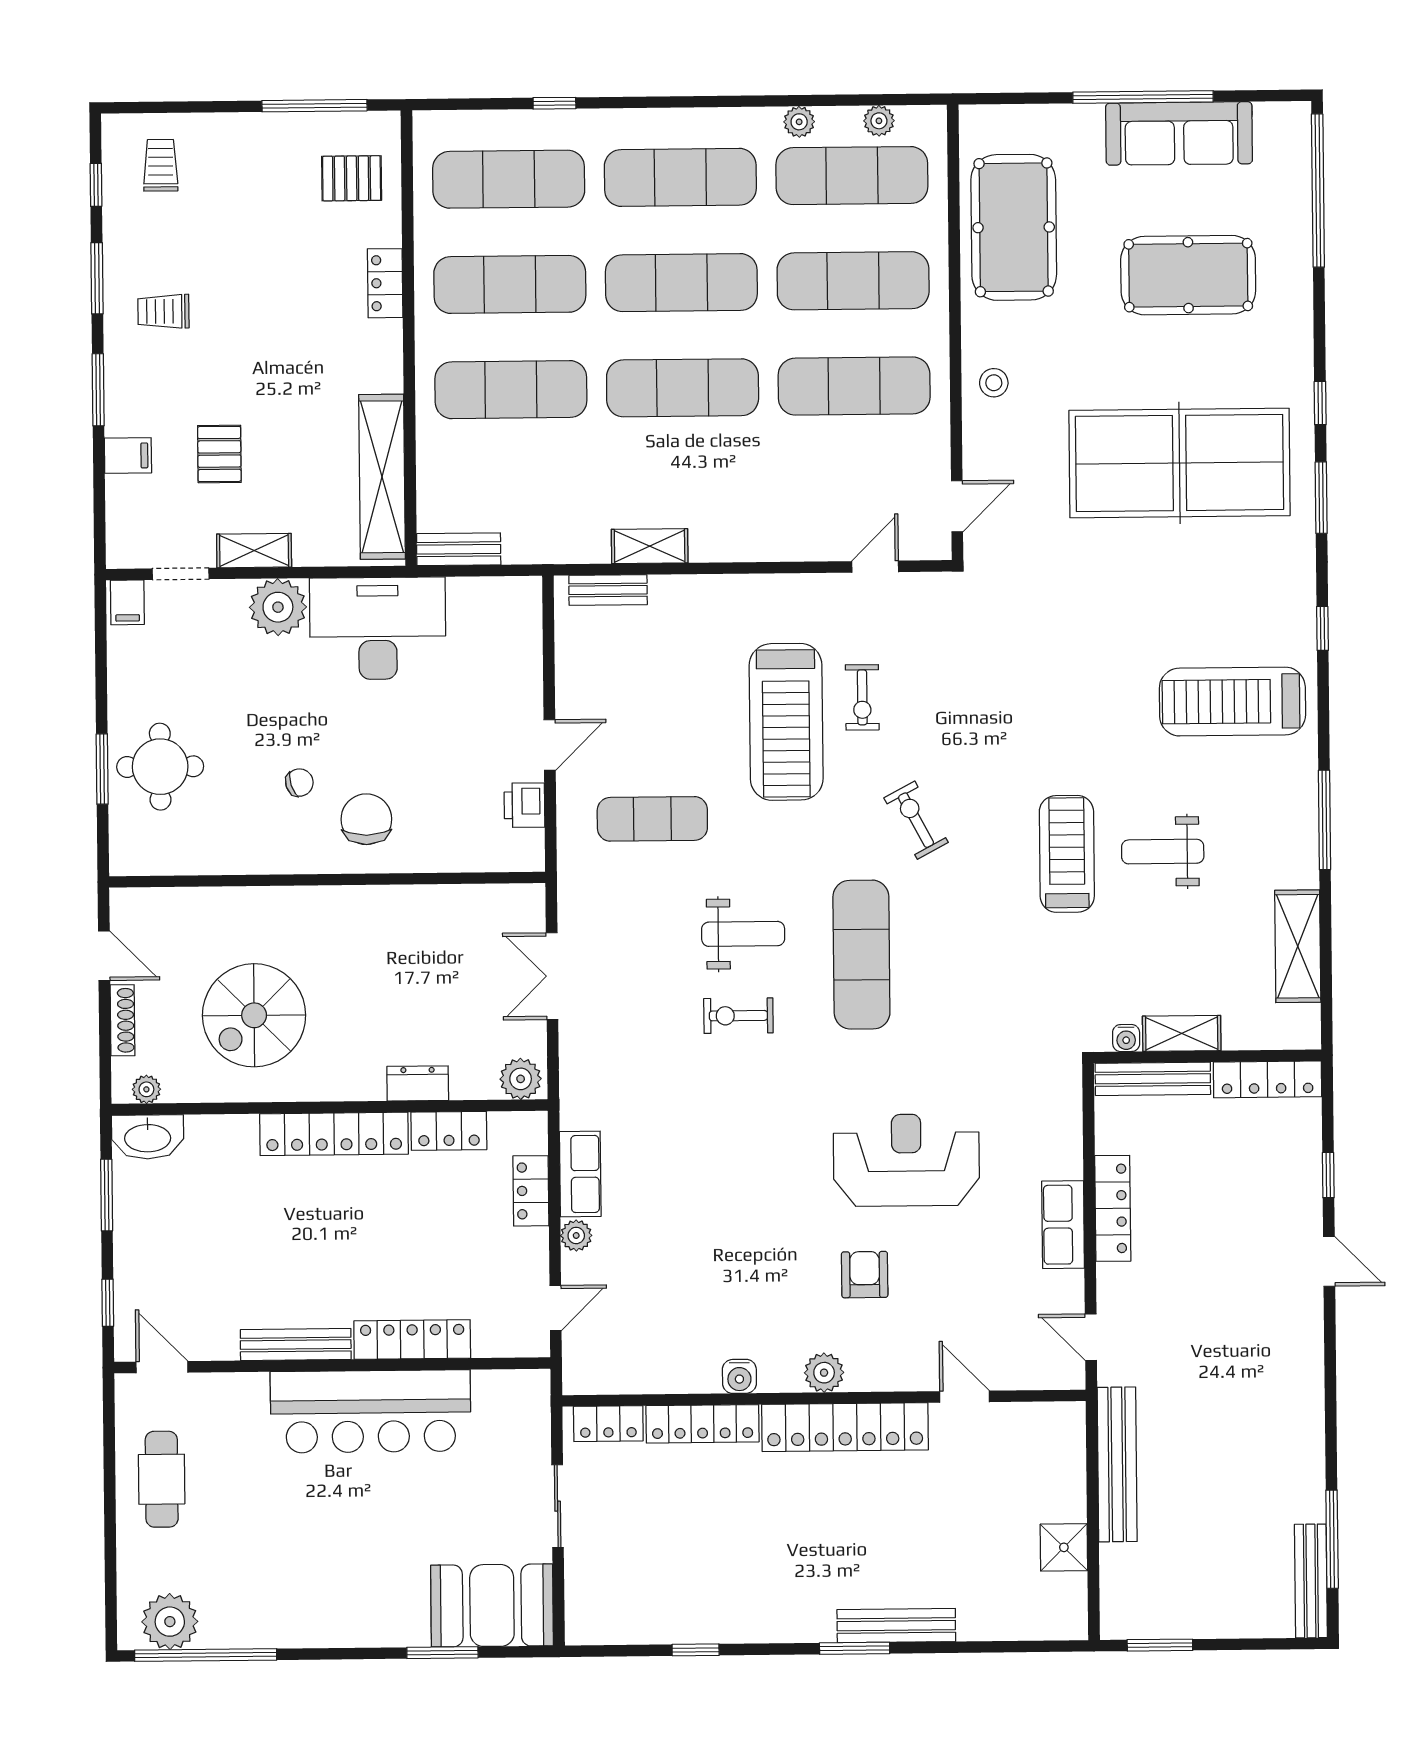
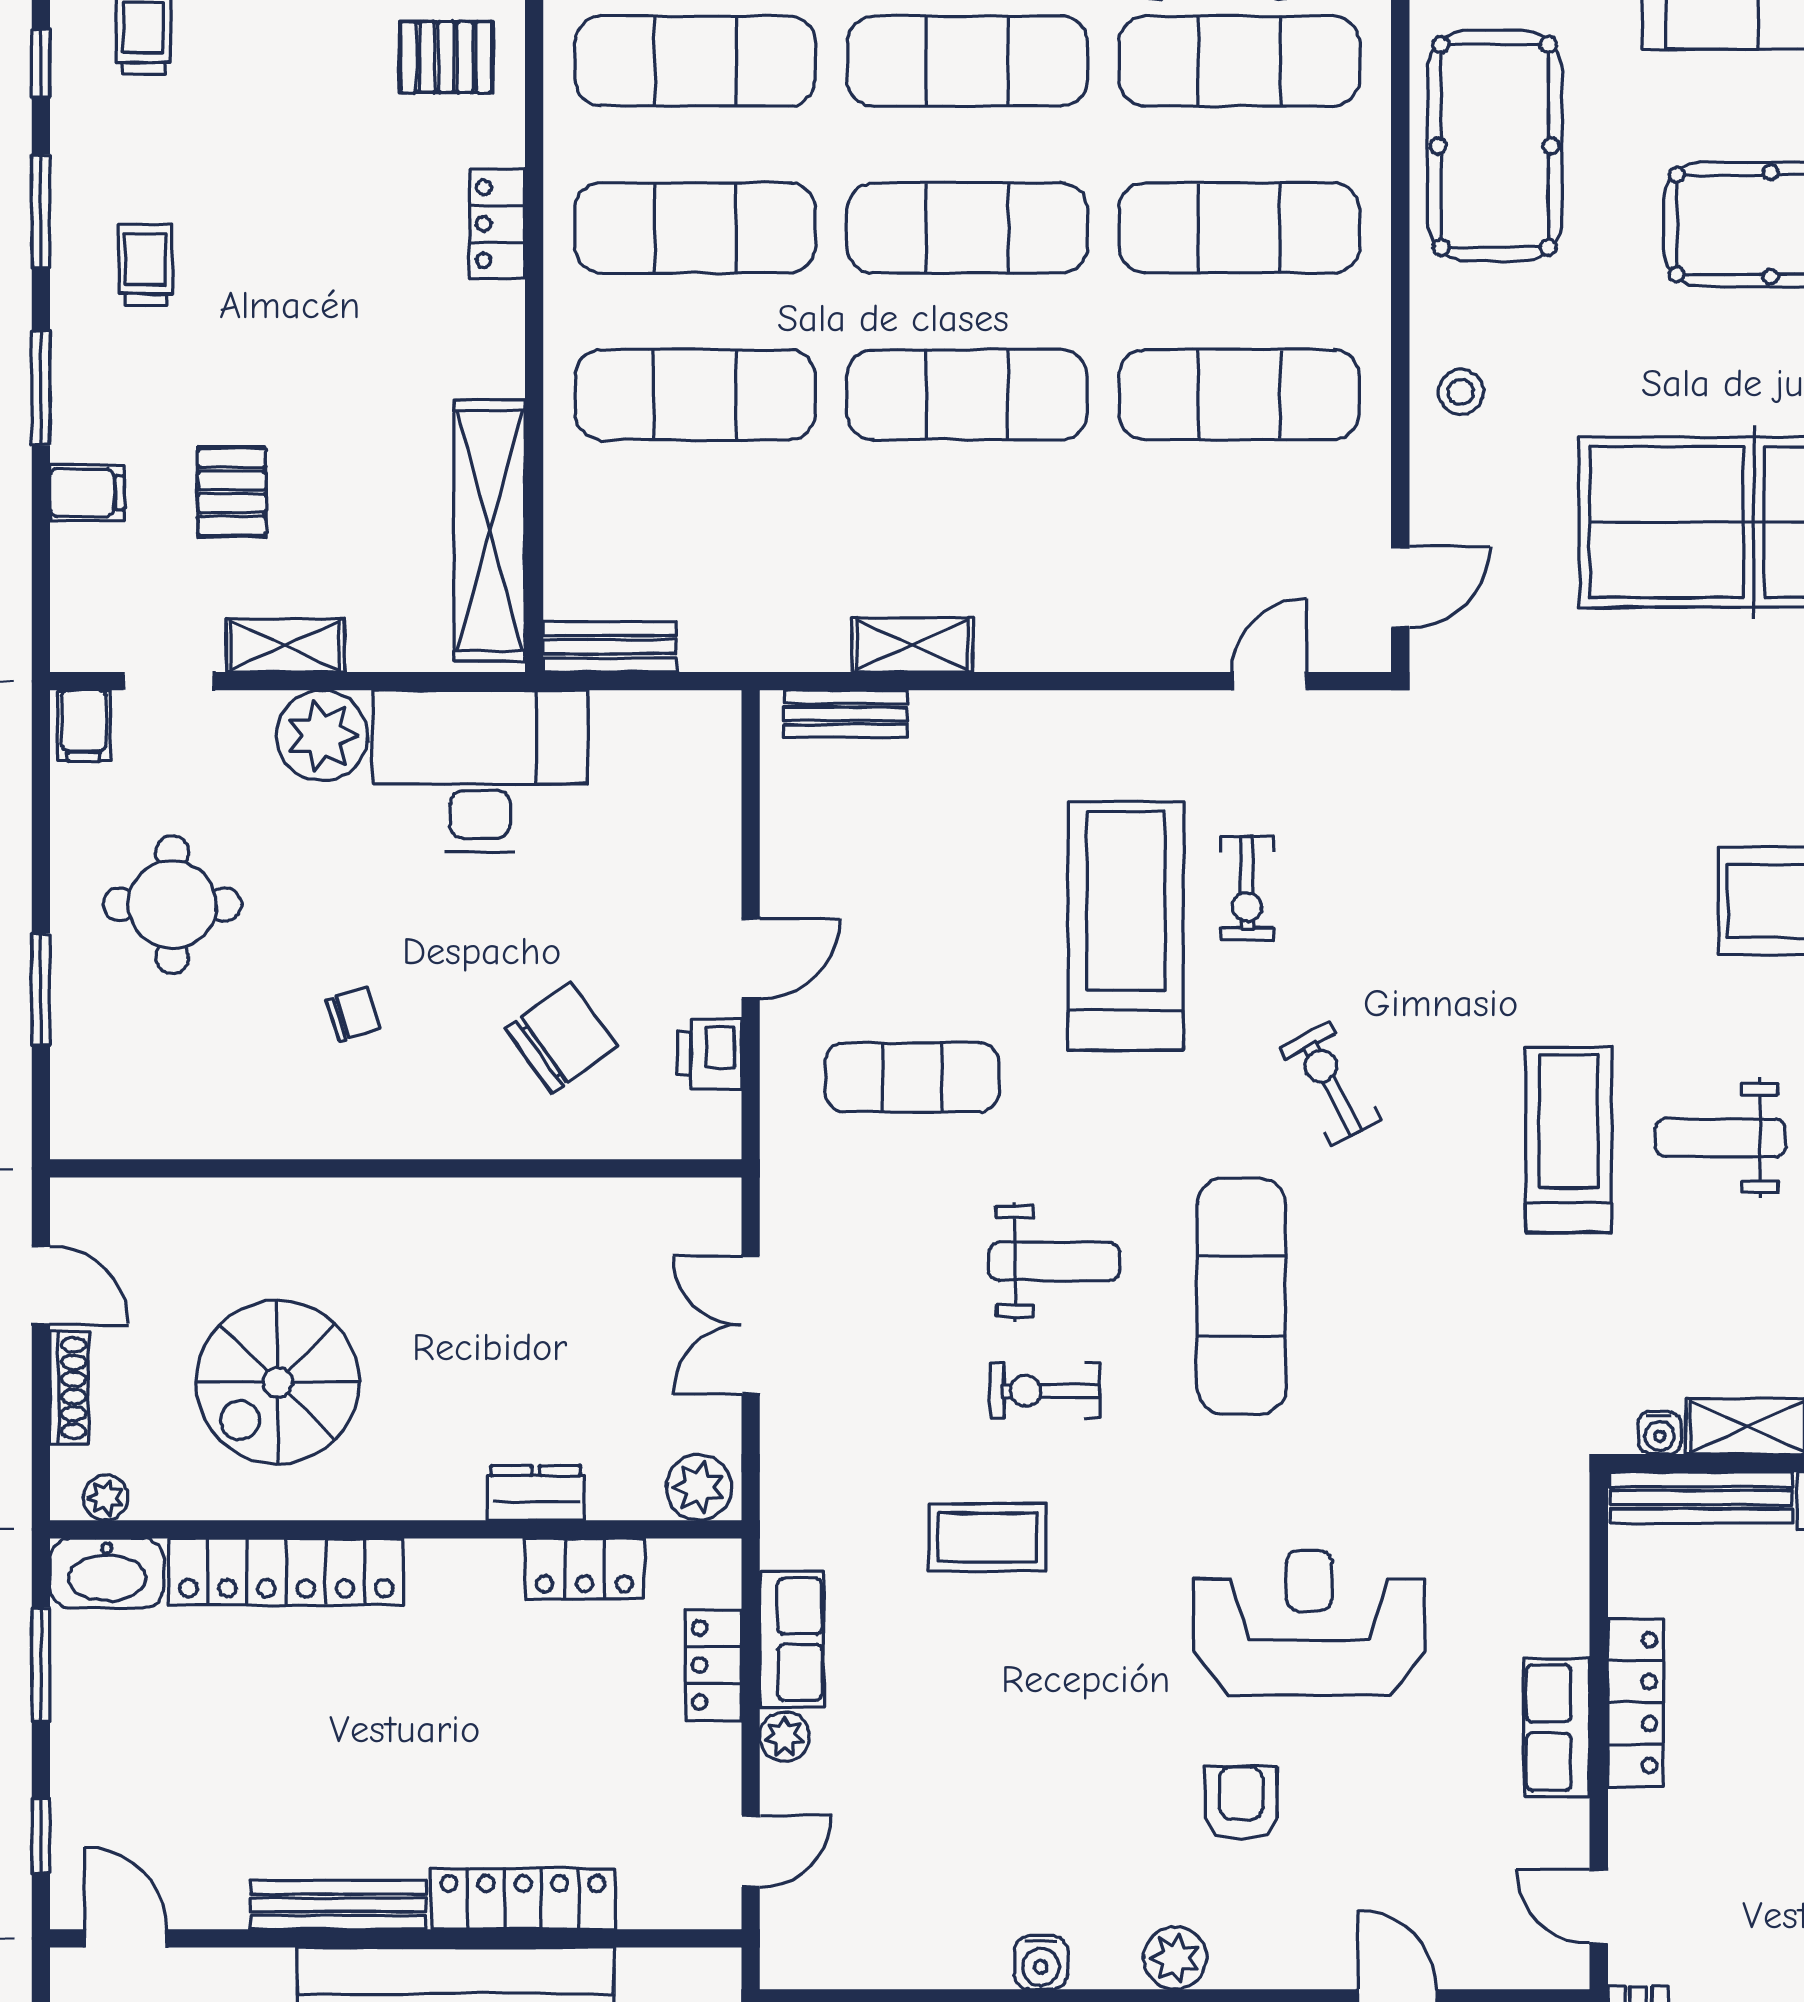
trolley: (163, 311) -> (146, 265), turned 90
treadmill: (786, 722) -> (1126, 926), turned 180
round table: (160, 767) -> (172, 904), moved
chair: (366, 819) -> (561, 1037), moved, turned 54
coffee table: (703, 1109) -> (987, 1537), added
locker: (334, 1134) -> (286, 1572), moved

